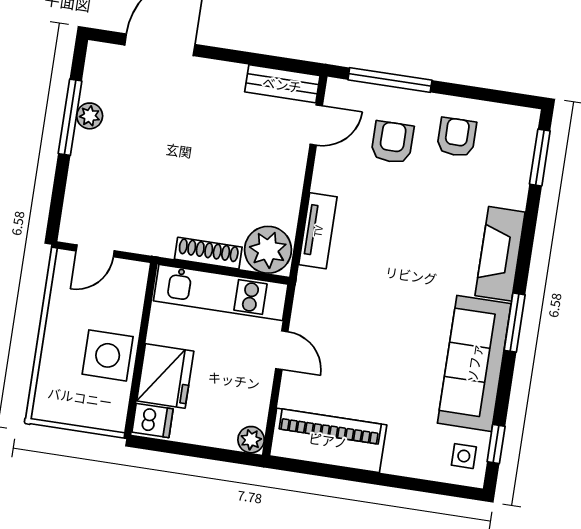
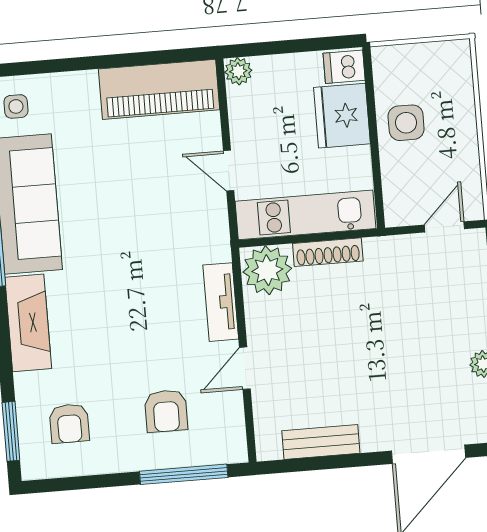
bench: (282, 84) -> (321, 442), moved
door: (316, 125) -> (245, 368), moved
armchair: (457, 137) -> (69, 423), moved
side table: (108, 355) -> (406, 123), width x0.73, depth x0.73

